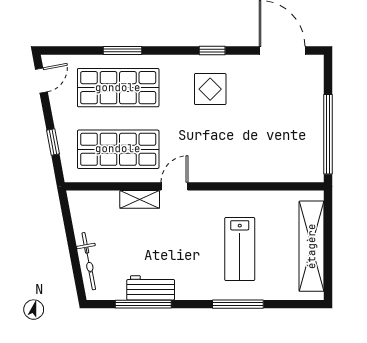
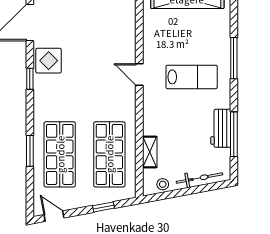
display table: (210, 89) -> (49, 61), moved
door: (174, 186) -> (139, 75), moved
shelving: (140, 199) -> (150, 152), moved
stool: (81, 216) -> (163, 184), added
lab bench: (240, 249) -> (192, 77), moved

